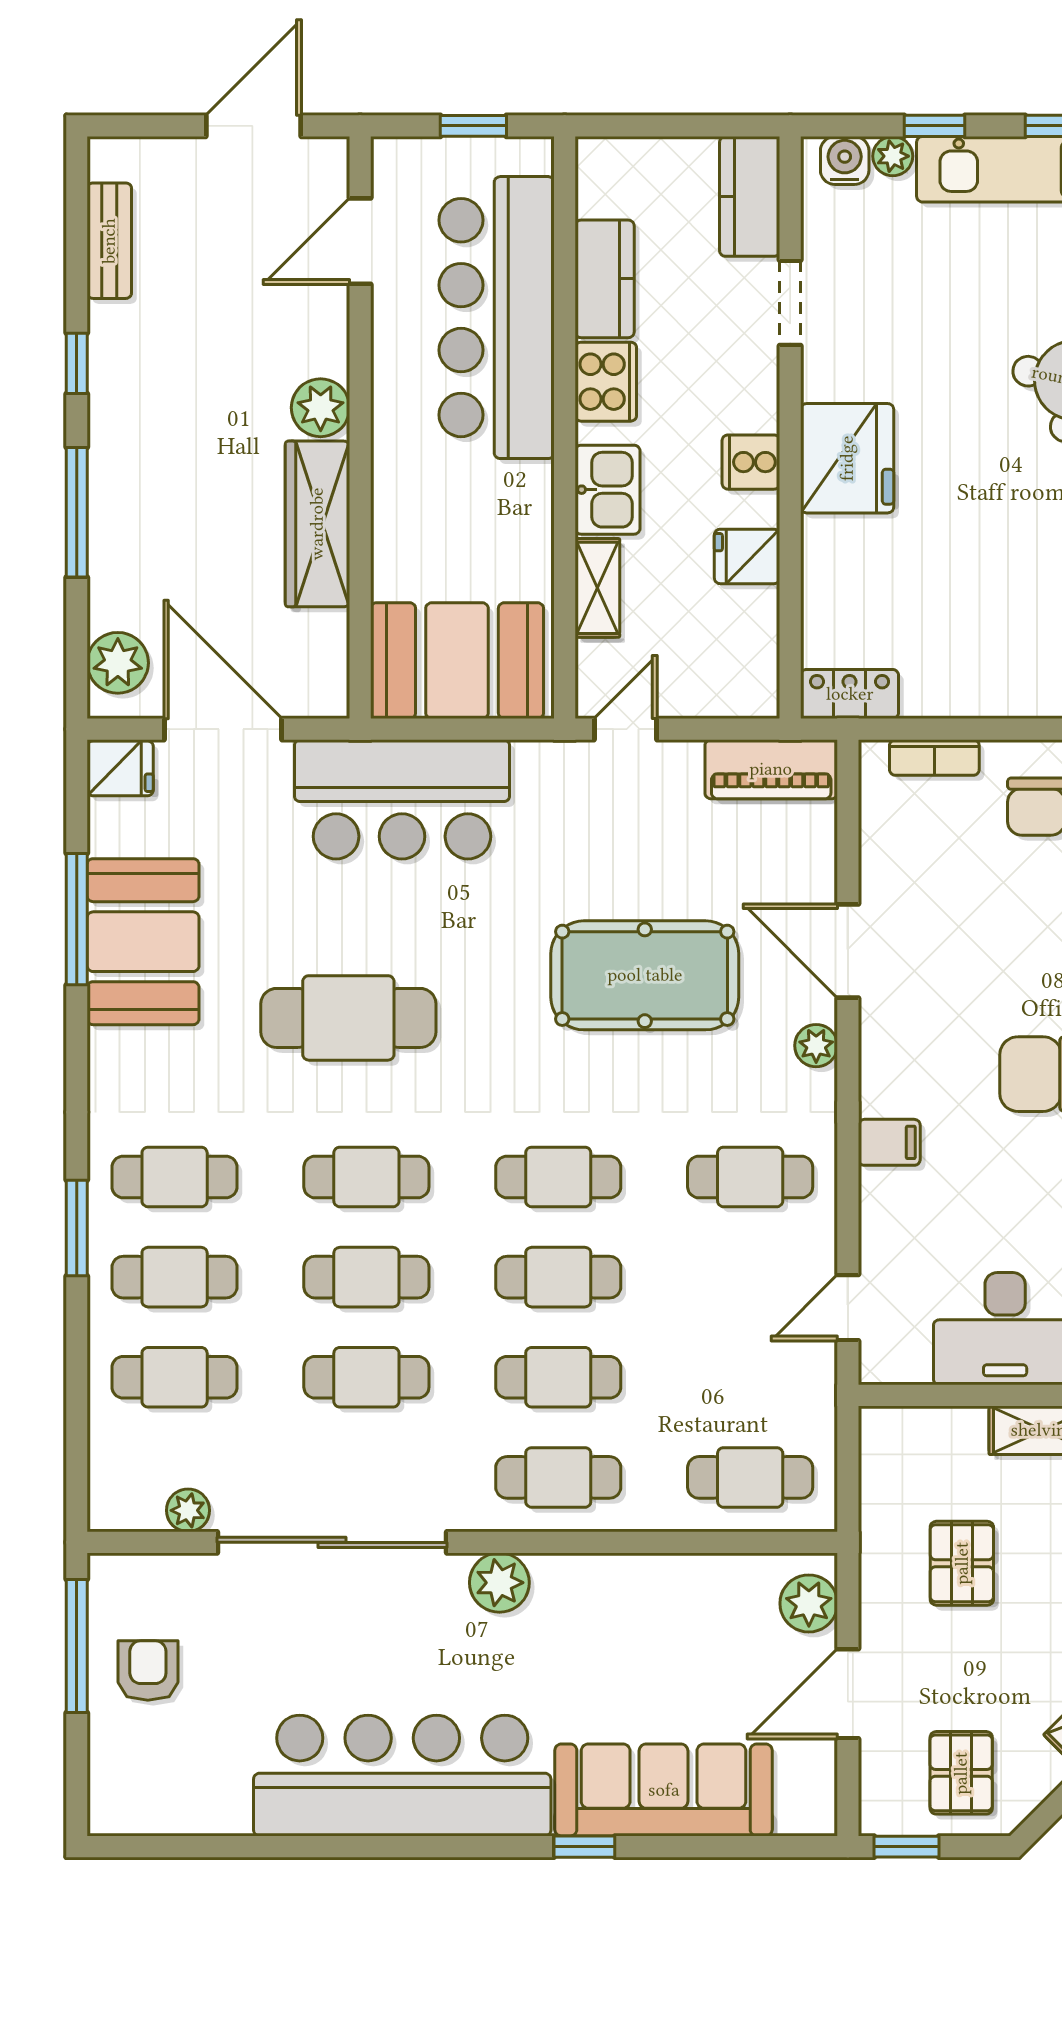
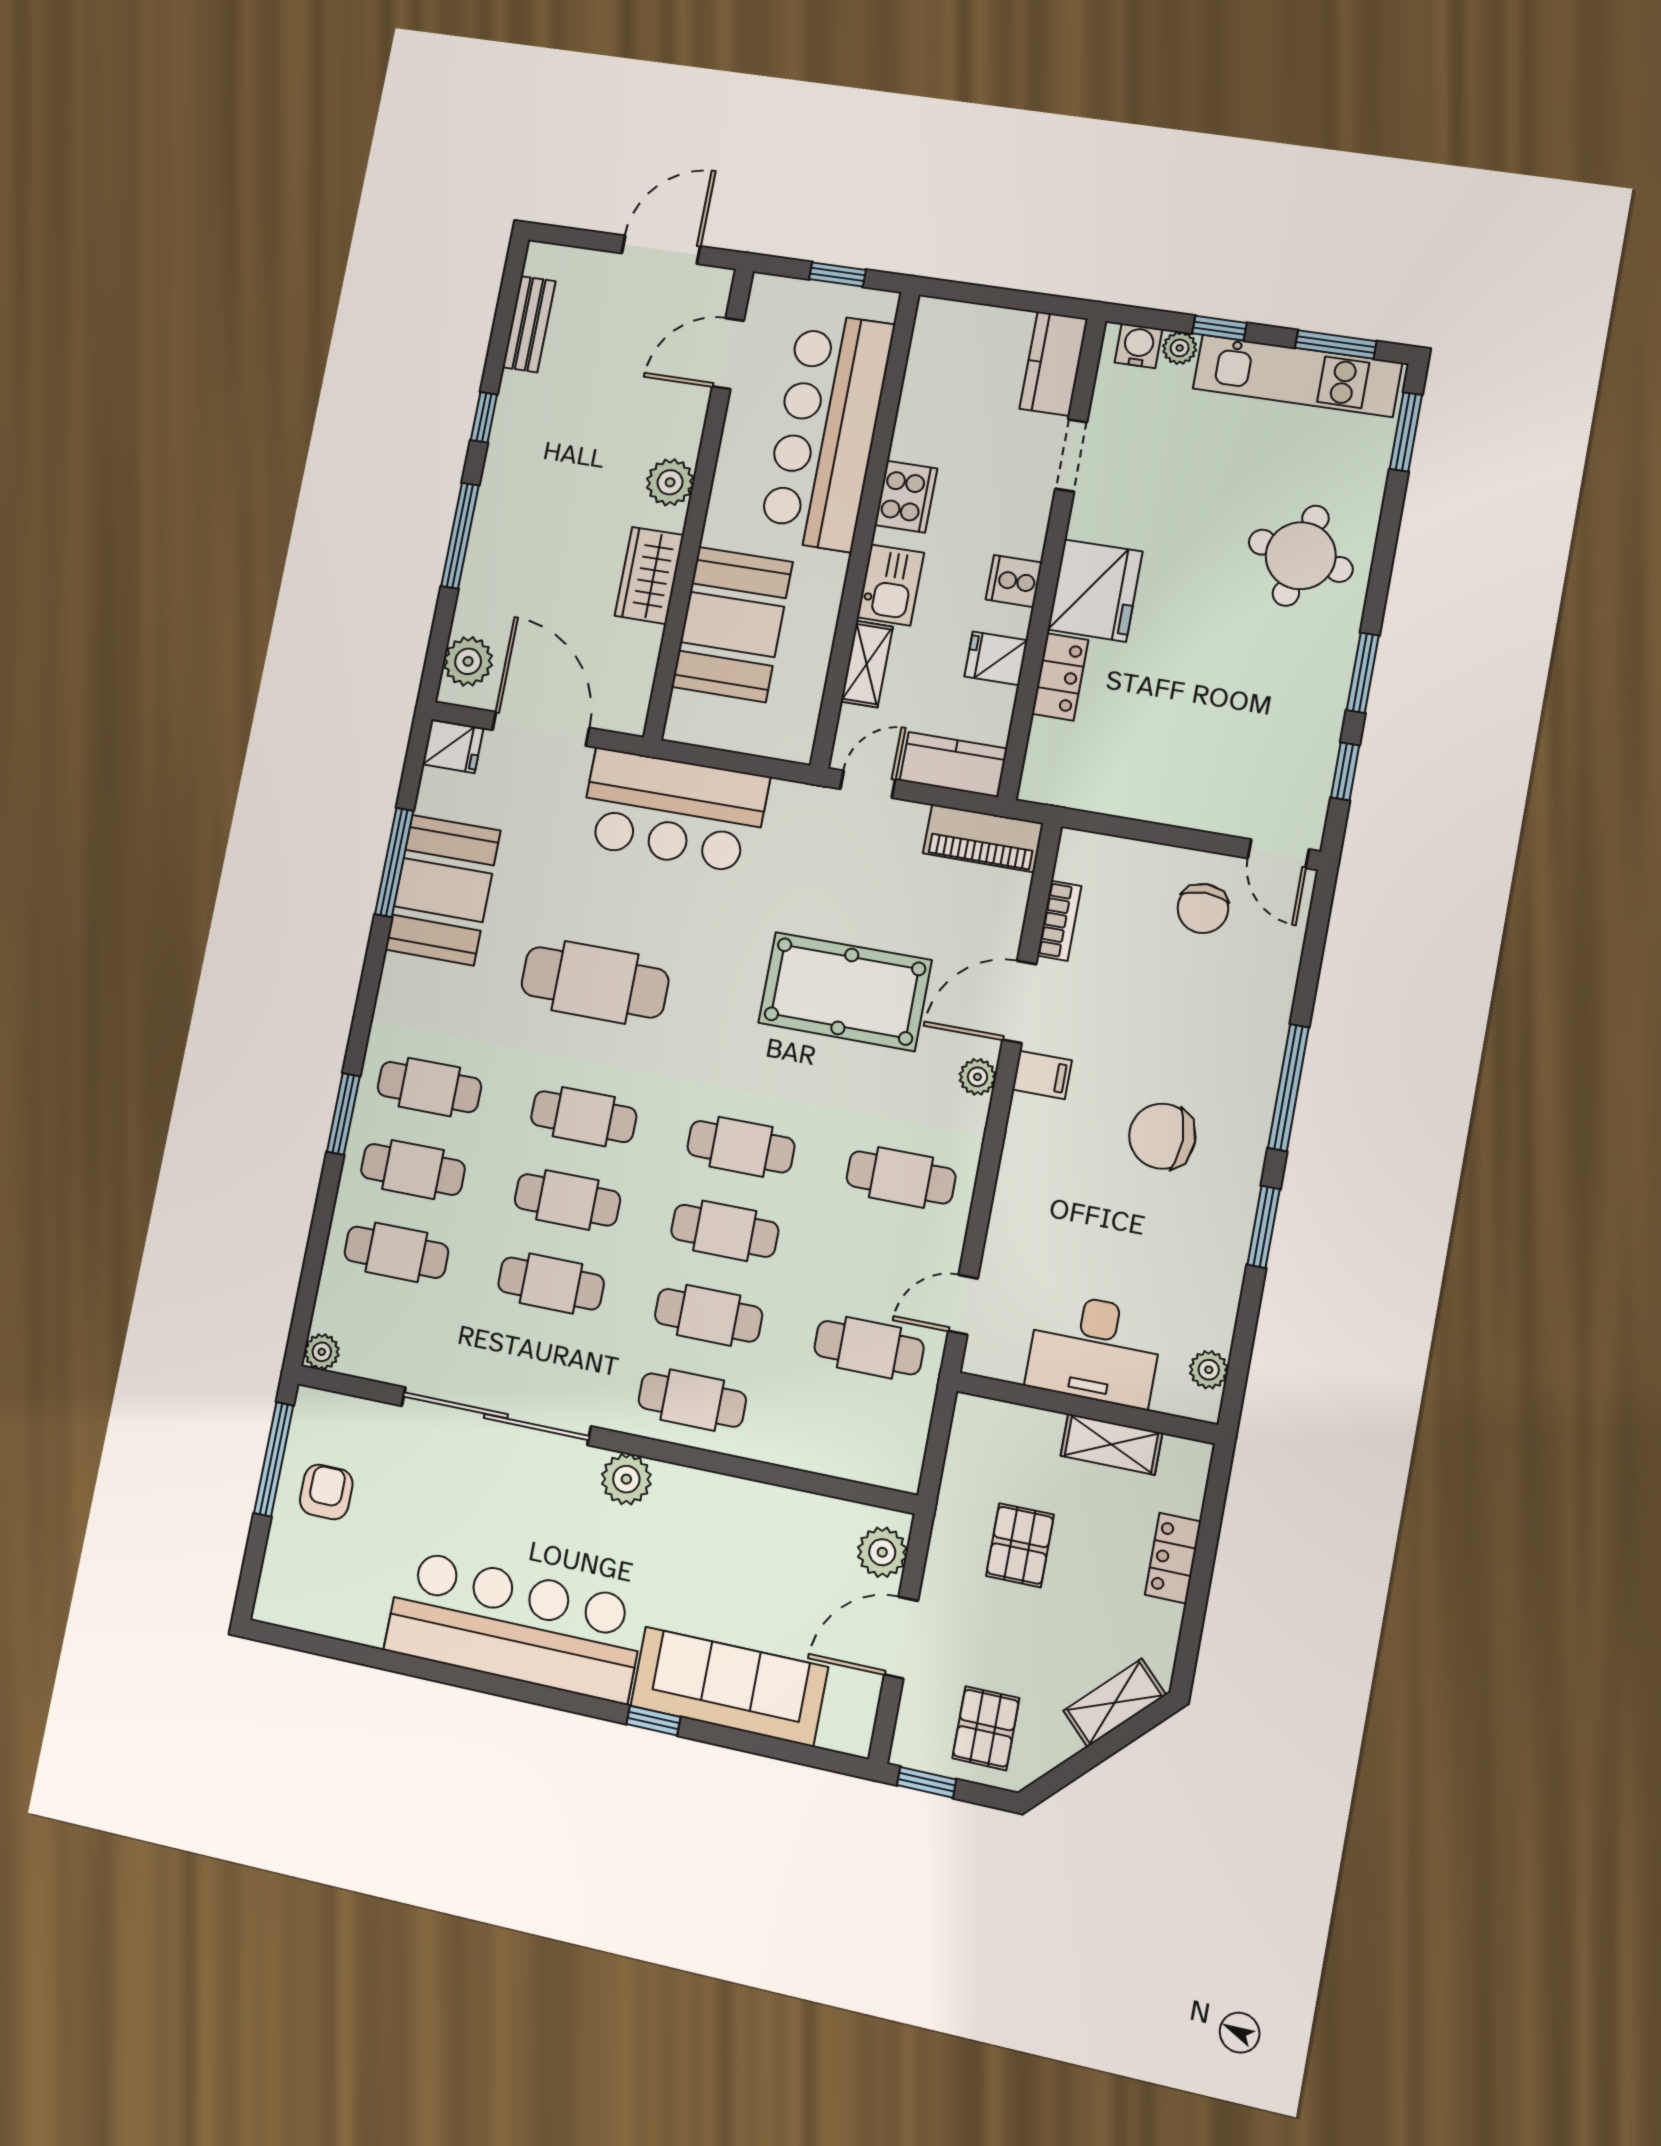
kitchen counter: (605, 279) -> (953, 765), moved, turned -90
wardrobe: (317, 524) -> (649, 575), width x0.67
booth: (457, 661) -> (732, 624), moved, turned 90
locker: (850, 694) -> (1060, 677), moved, turned 90
bookcase: (934, 758) -> (1059, 921), moved, turned -90
door: (848, 951) -> (1019, 1002), hinge flipped
filing cabinet: (889, 1142) -> (1042, 1075), moved
cafe table: (750, 1477) -> (869, 1348), moved
plant: (188, 1510) -> (322, 1352), moved

